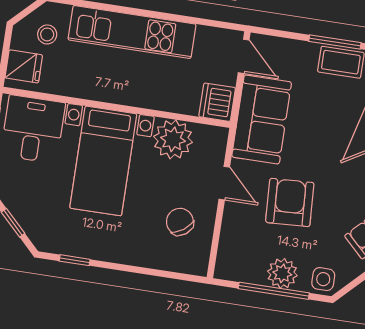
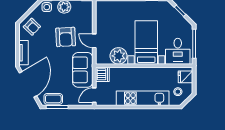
door: (244, 56) -> (94, 95), hinge flipped
chair: (180, 222) -> (110, 22), removed

